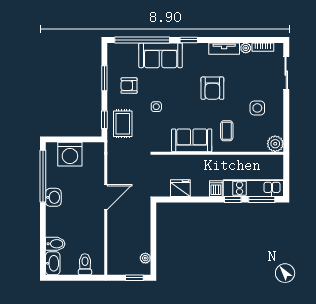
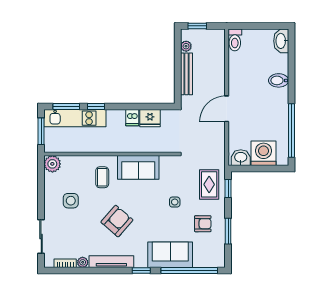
tv unit: (224, 49) -> (111, 262), width x1.41
armchair: (212, 88) -> (117, 221), turned 41
window: (286, 175) -> (41, 131), added
dishwasher: (216, 189) -> (132, 118), moved
washbasin: (53, 197) -> (241, 158), moved, turned 90
bench: (145, 231) -> (187, 74), added
bidet: (55, 244) -> (279, 80), moved
toilet: (85, 264) -> (235, 40), moved

